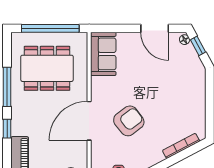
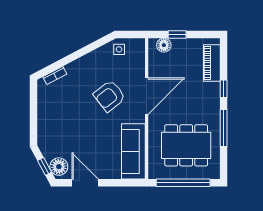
floor lamp: (185, 40) -> (59, 167), width x1.89, depth x1.89
sofa: (103, 54) -> (133, 151), width x1.36
bookcase: (181, 146) -> (55, 75), width x0.64

